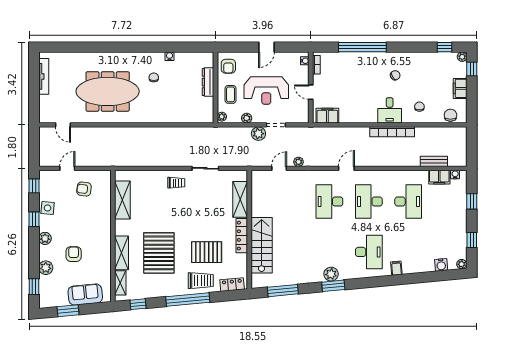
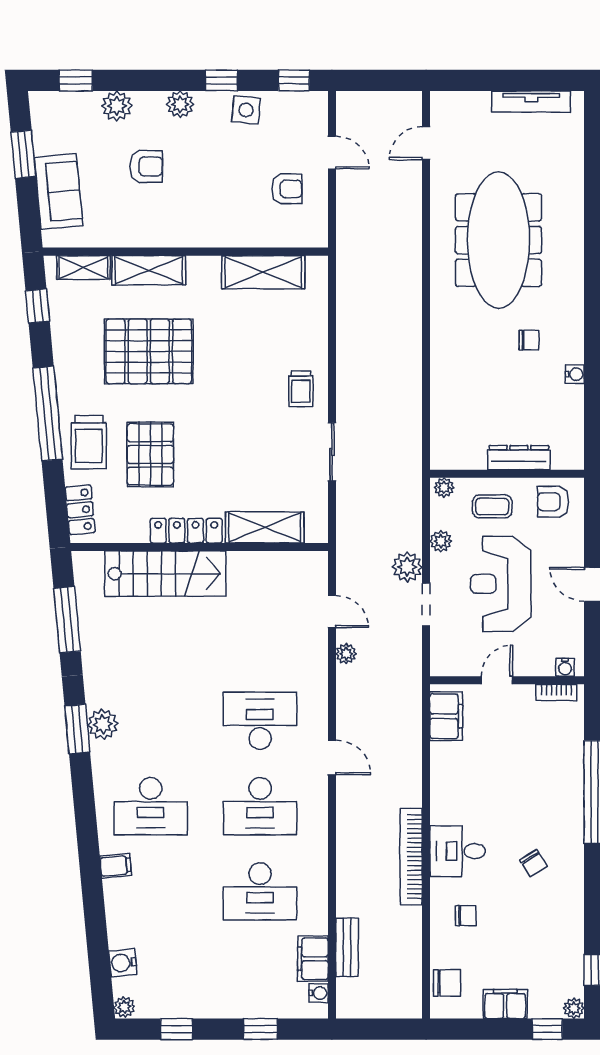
armchair: (84, 189) -> (287, 189), turned 83
desk: (369, 202) -> (260, 806), turned 180

